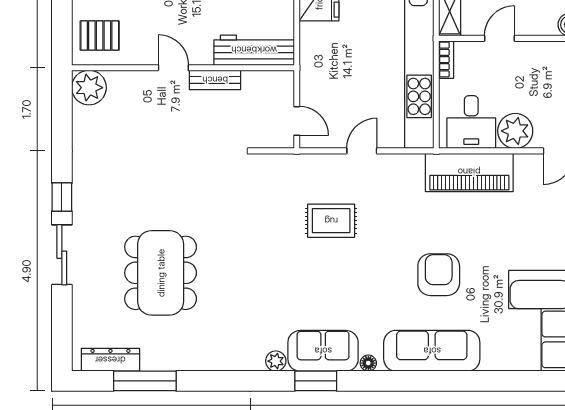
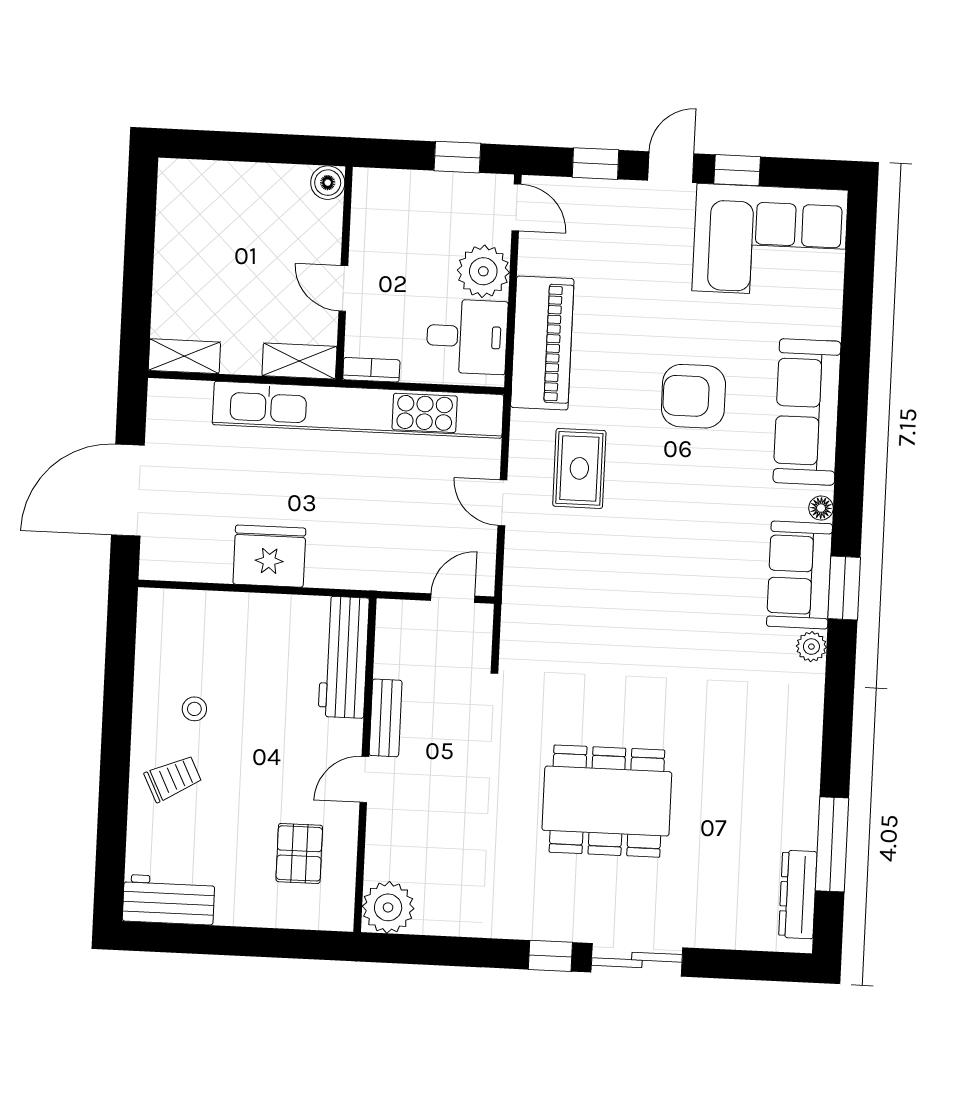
pallet: (100, 36) -> (299, 853), moved
rug: (331, 221) -> (579, 468), moved
dining table: (161, 273) -> (607, 801), moved

